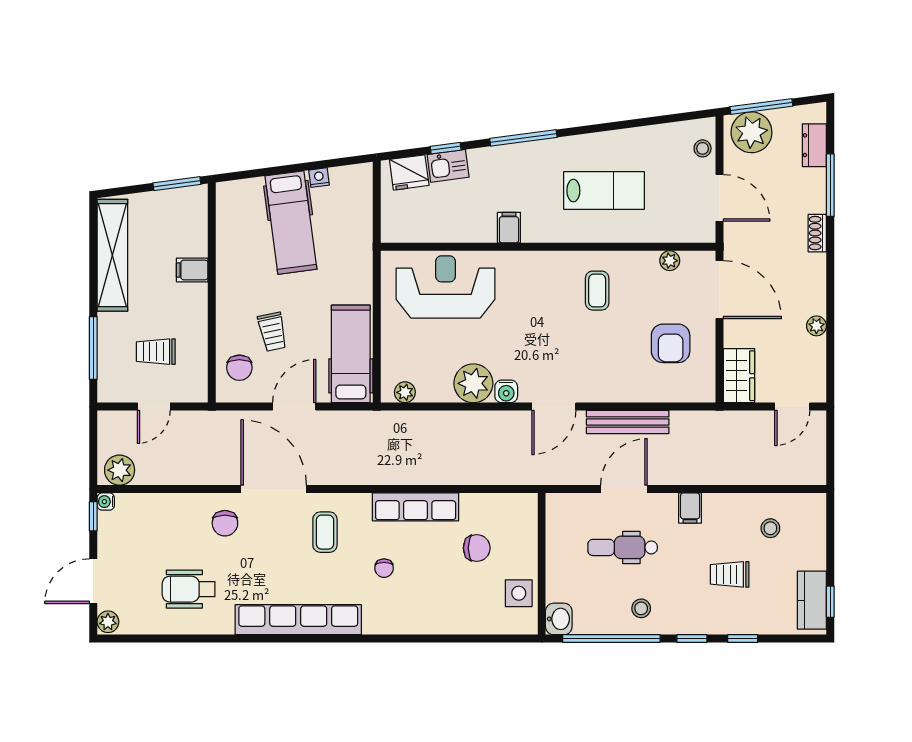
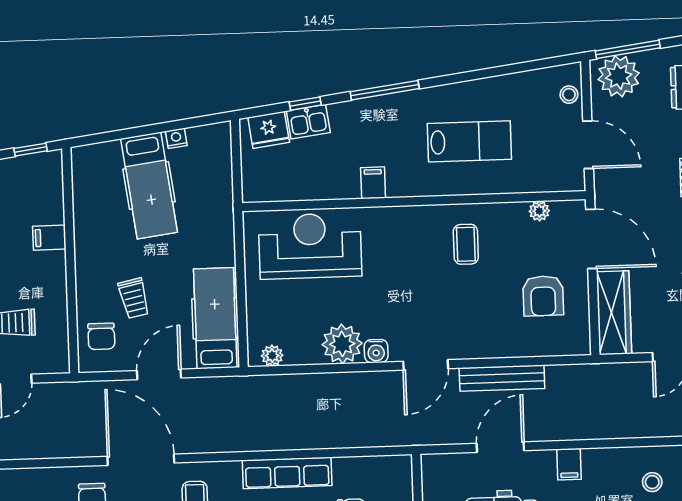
window: (177, 184) -> (31, 150), width x0.67
wardrobe: (739, 376) -> (614, 313), width x1.50

